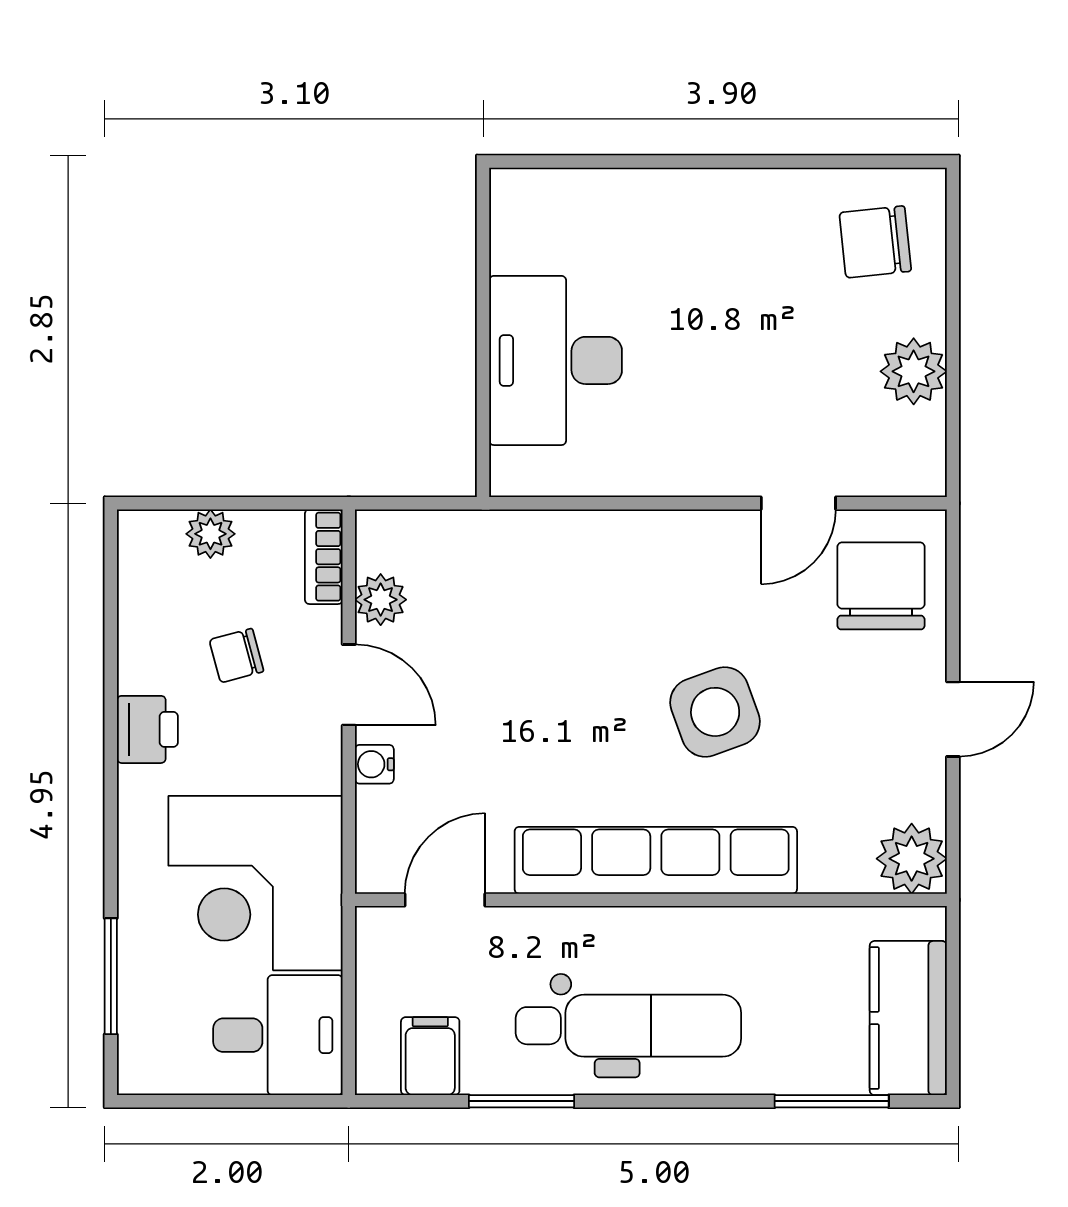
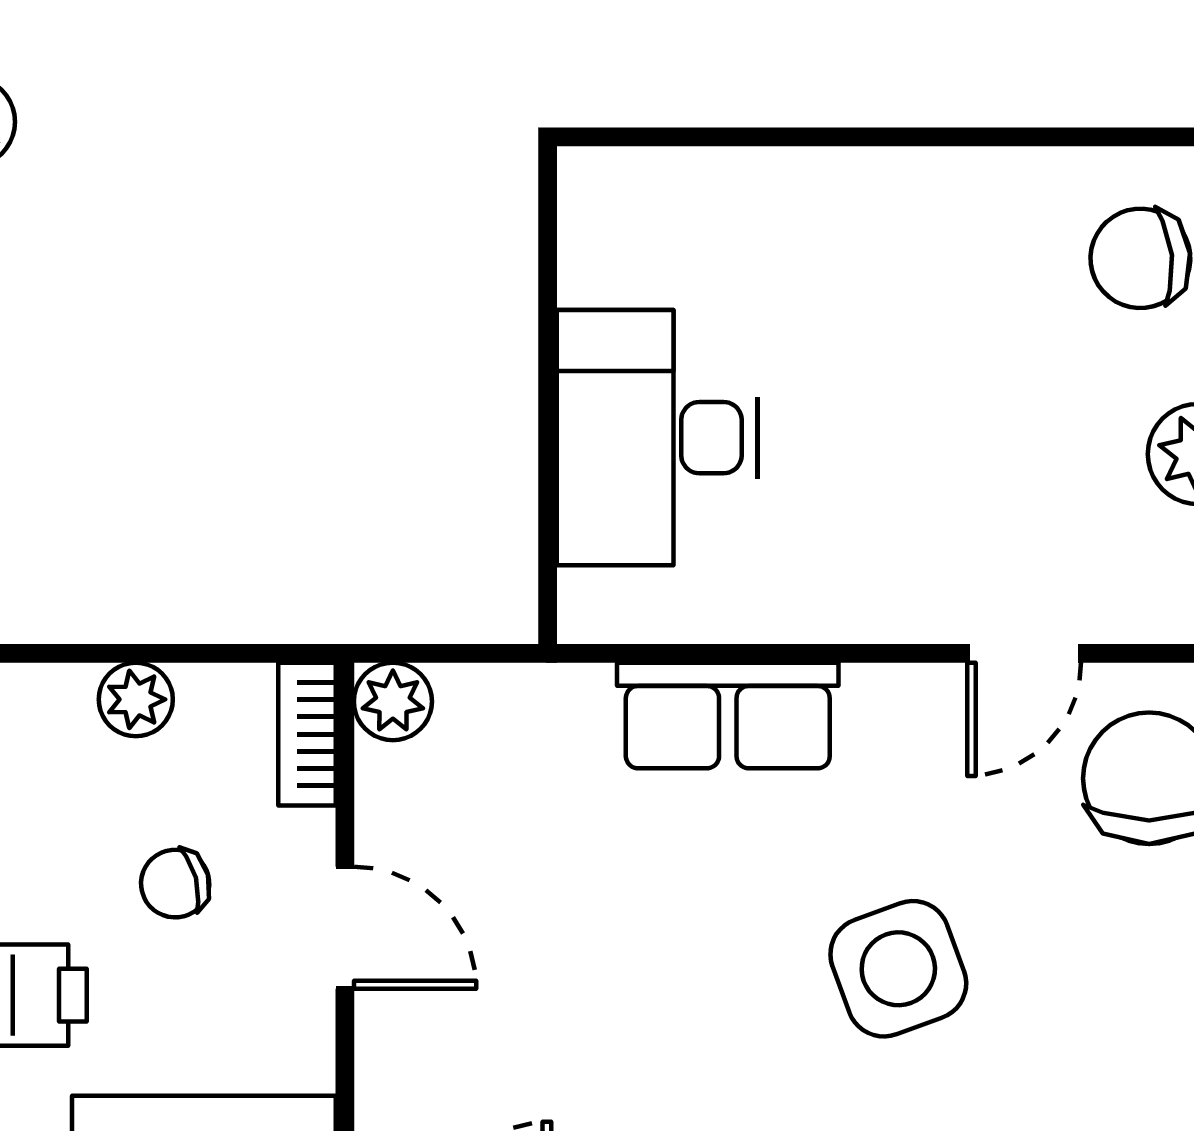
row of seats: (602, 544) -> (728, 716), added
plant: (381, 600) -> (393, 701), moved
water cooler: (374, 764) -> (383, 1048), removed

